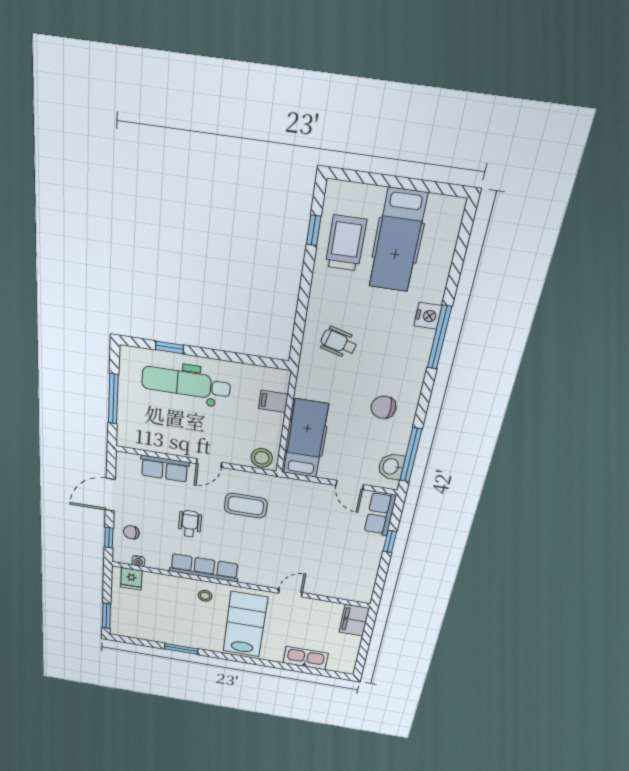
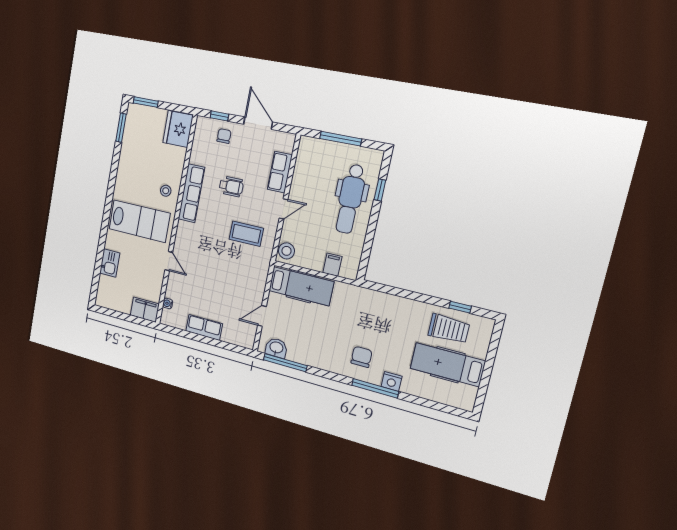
wheelchair: (339, 342) -> (376, 317), removed
dental chair: (186, 383) -> (350, 199), turned 180
chair: (383, 407) -> (361, 357), moved
door: (209, 463) -> (283, 209), swing flipped
coffee table: (246, 506) -> (246, 234), turned 90
row of seats: (380, 514) -> (204, 327), moved
window: (390, 541) -> (214, 342), removed
water cooler: (138, 561) -> (168, 303), moved
fridge: (131, 579) -> (178, 129), width x1.88, depth x1.34
window: (181, 649) -> (121, 128), moved
kitchen sink: (306, 658) -> (110, 263), width x0.73

